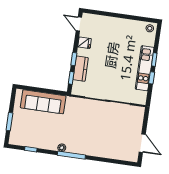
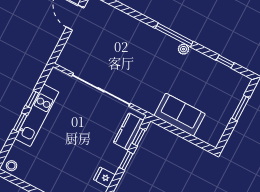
kitchen counter: (81, 69) -> (129, 131), moved
sofa: (43, 102) -> (180, 115), width x0.73

